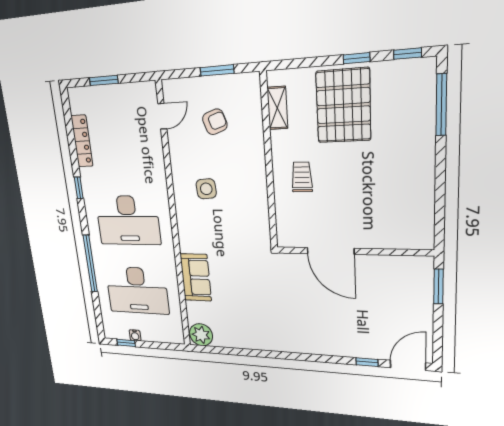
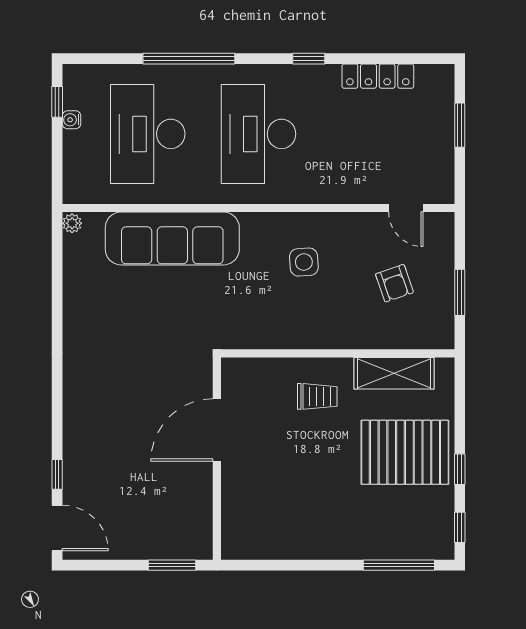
shelving: (277, 108) -> (394, 373), width x1.50, depth x1.33
sofa: (196, 277) -> (172, 238), width x1.85, depth x1.27
plant: (201, 335) -> (72, 223), width x0.53, depth x0.53

